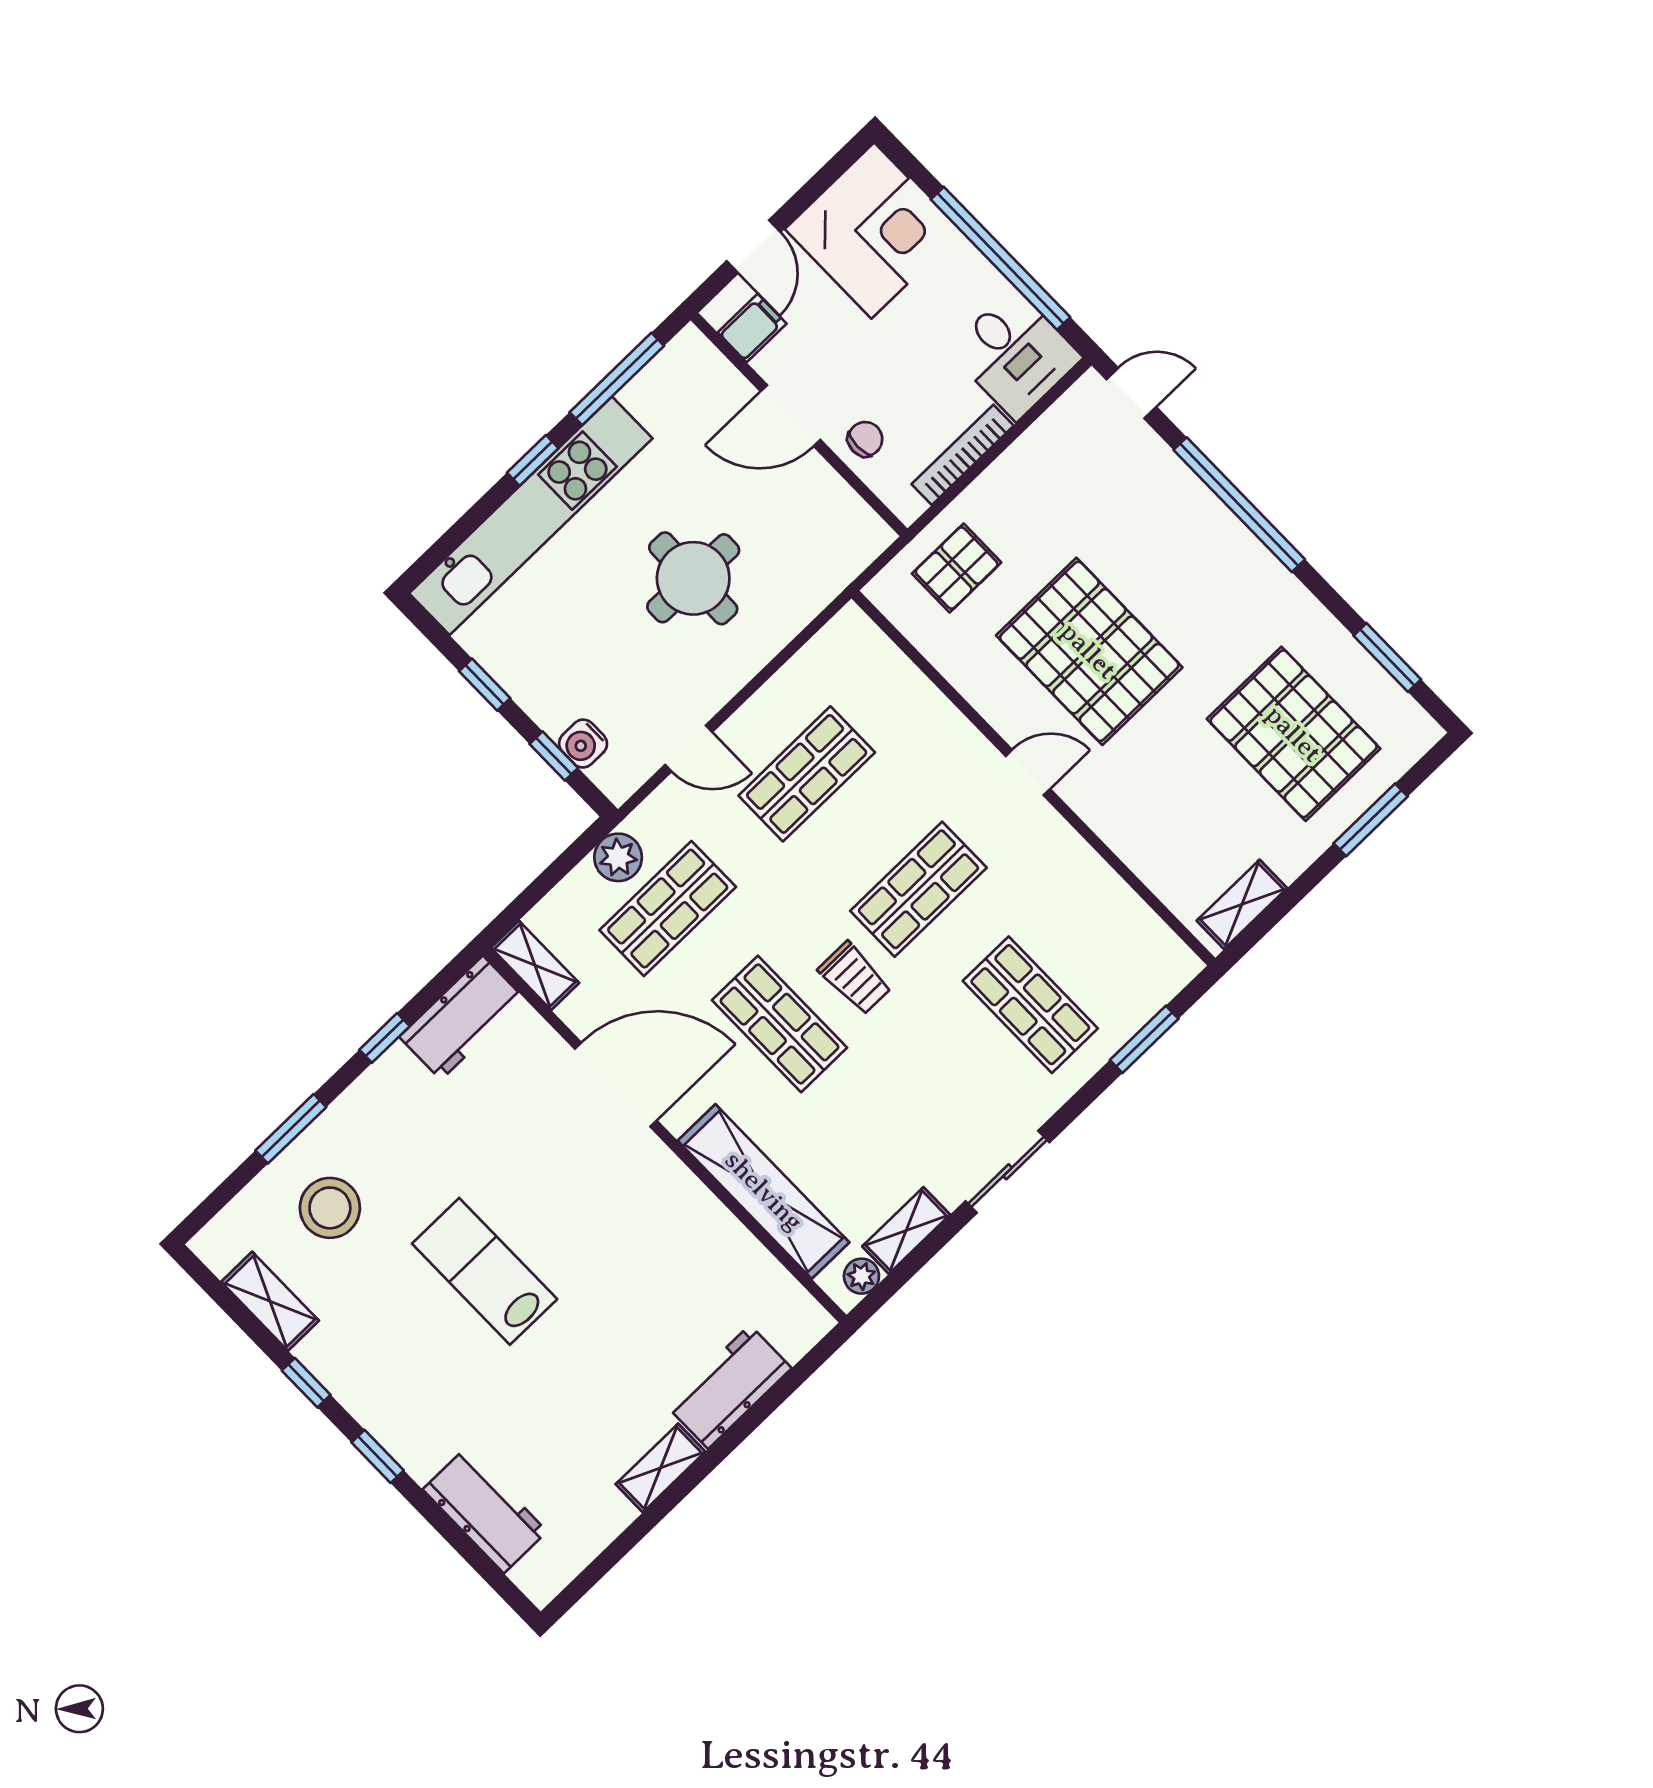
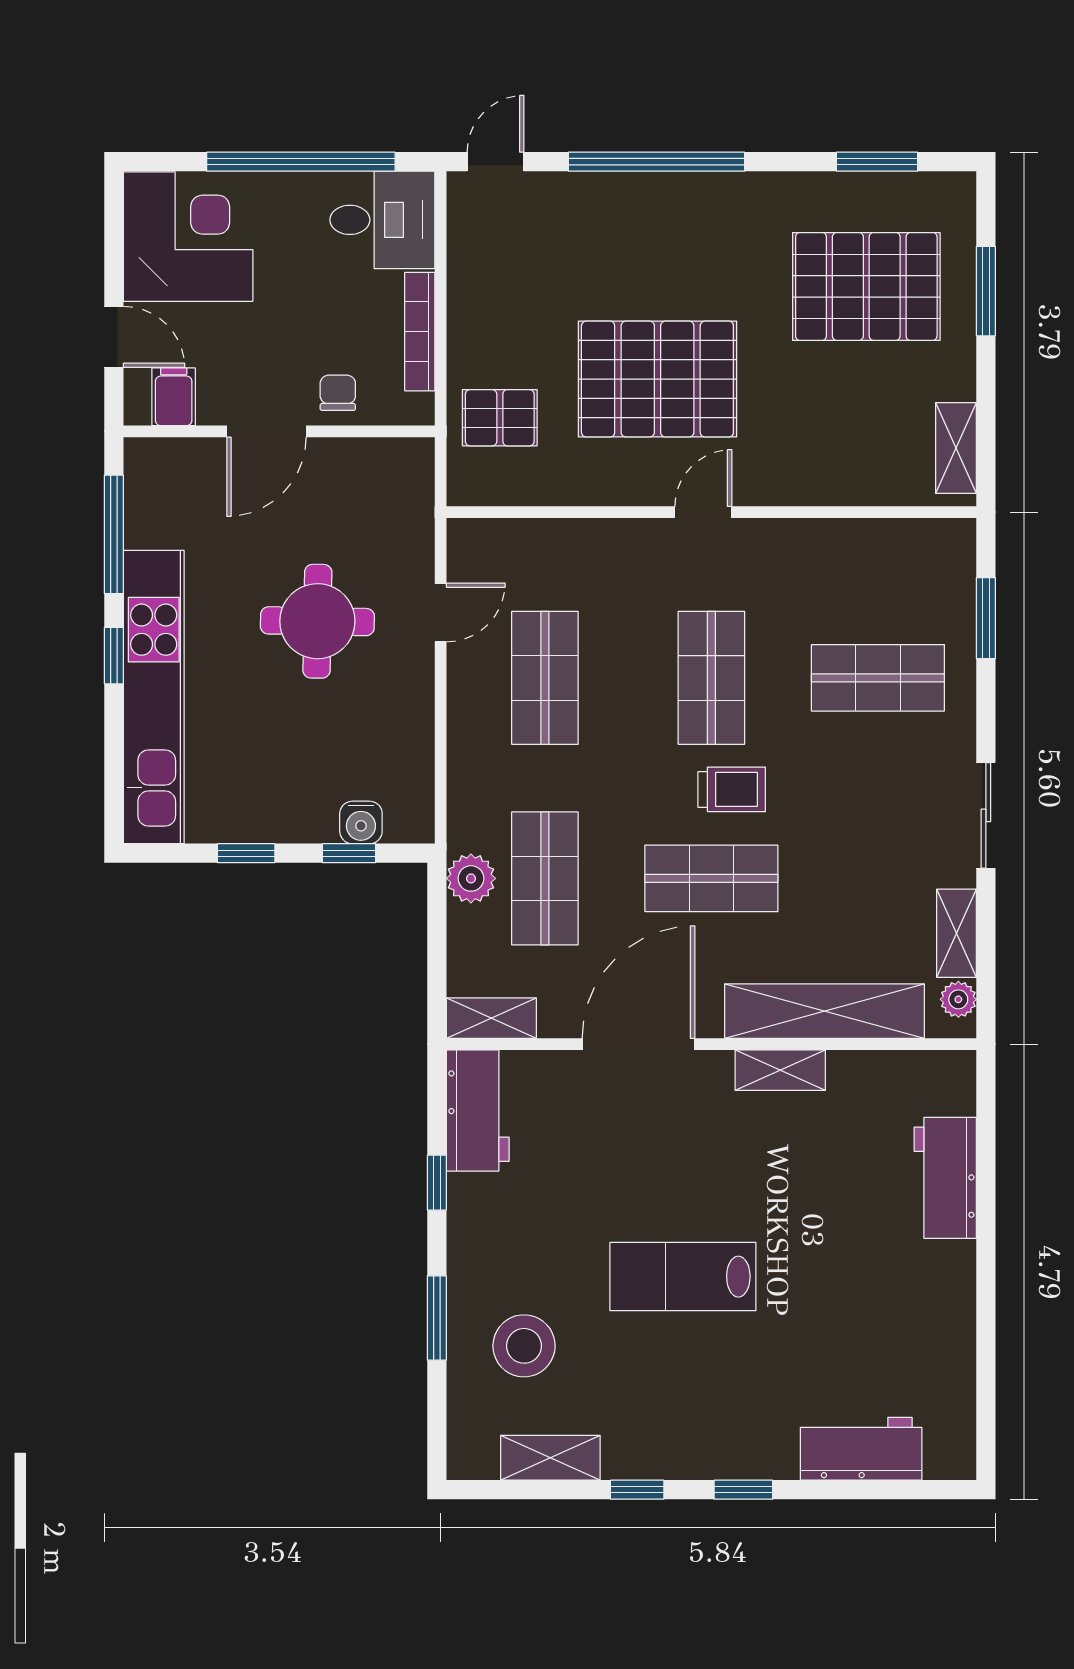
pallet: (957, 568) -> (500, 418), turned 90
door: (689, 748) -> (441, 612), moved
shelving: (661, 1468) -> (780, 1070), moved, turned 90

